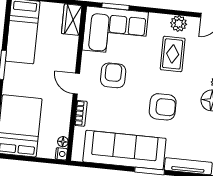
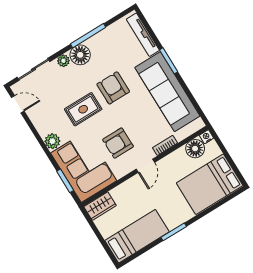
plant: (179, 24) -> (52, 141), moved
rug: (173, 54) -> (83, 109), moved
floor lamp: (63, 142) -> (195, 149), width x1.89, depth x1.89

